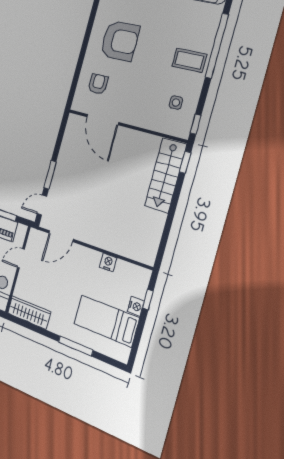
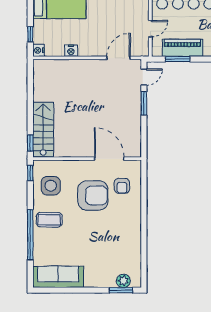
armchair: (120, 41) -> (93, 195), moved, turned 180
side table: (176, 103) -> (51, 186), width x1.87, depth x1.87
nightstand: (136, 306) -> (39, 50), moved

